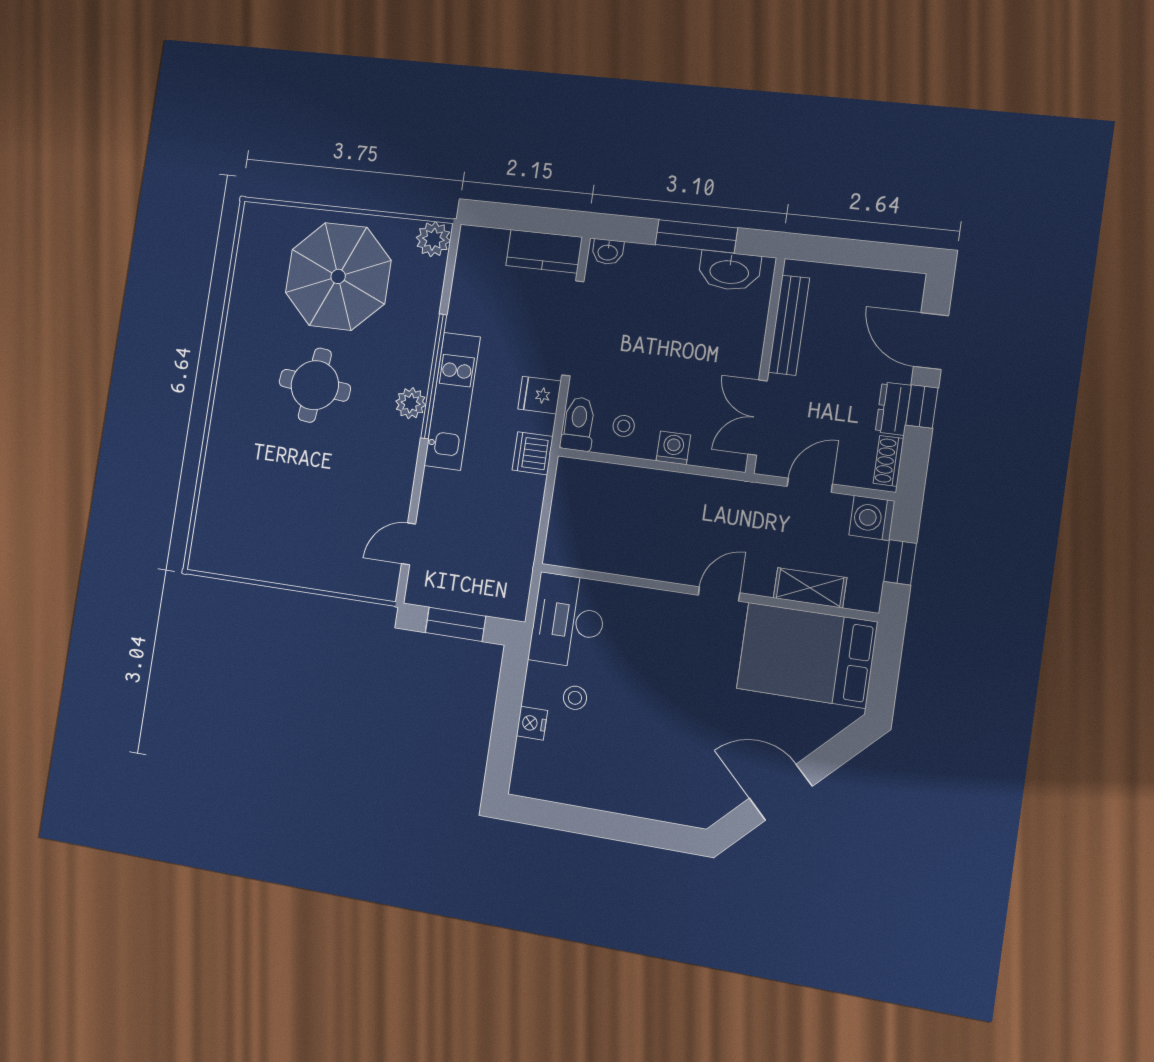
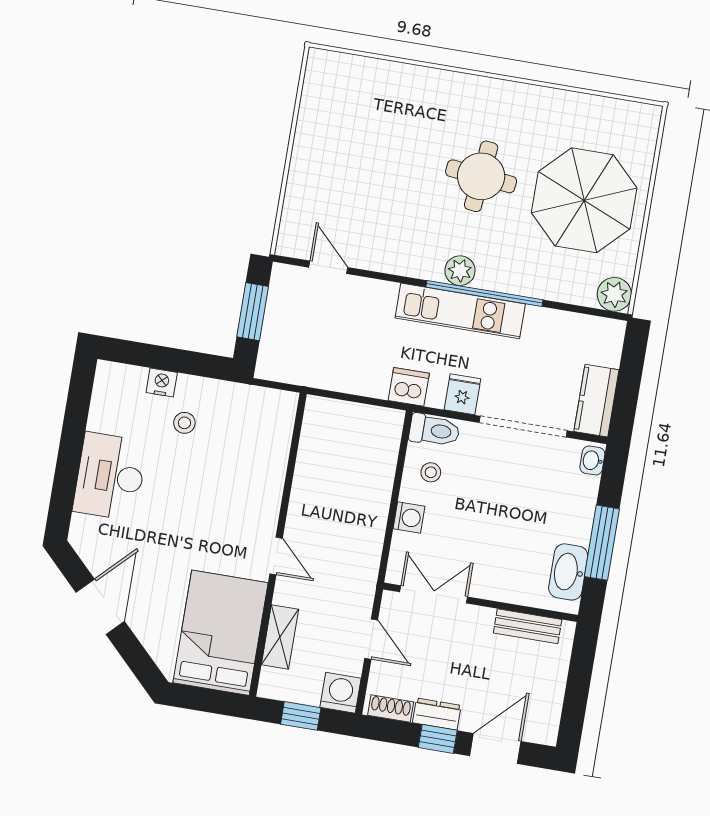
bench: (789, 325) -> (528, 626), width x0.73
desk: (568, 621) -> (110, 476), moved, turned -90

